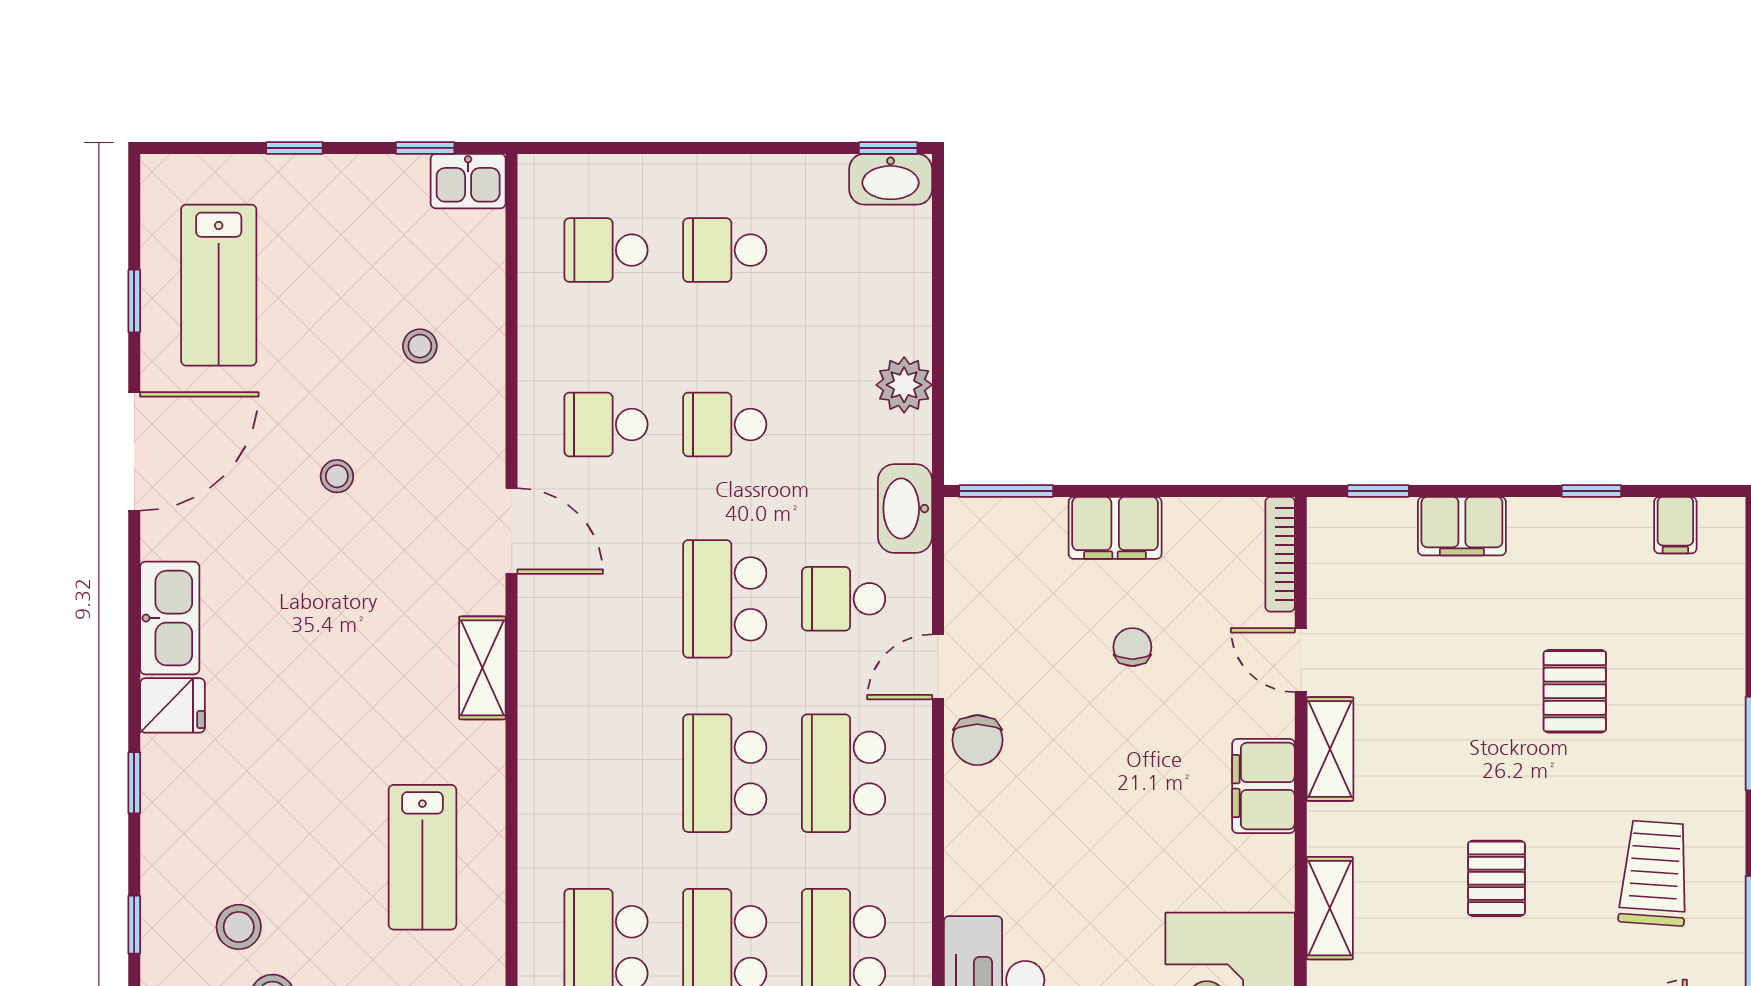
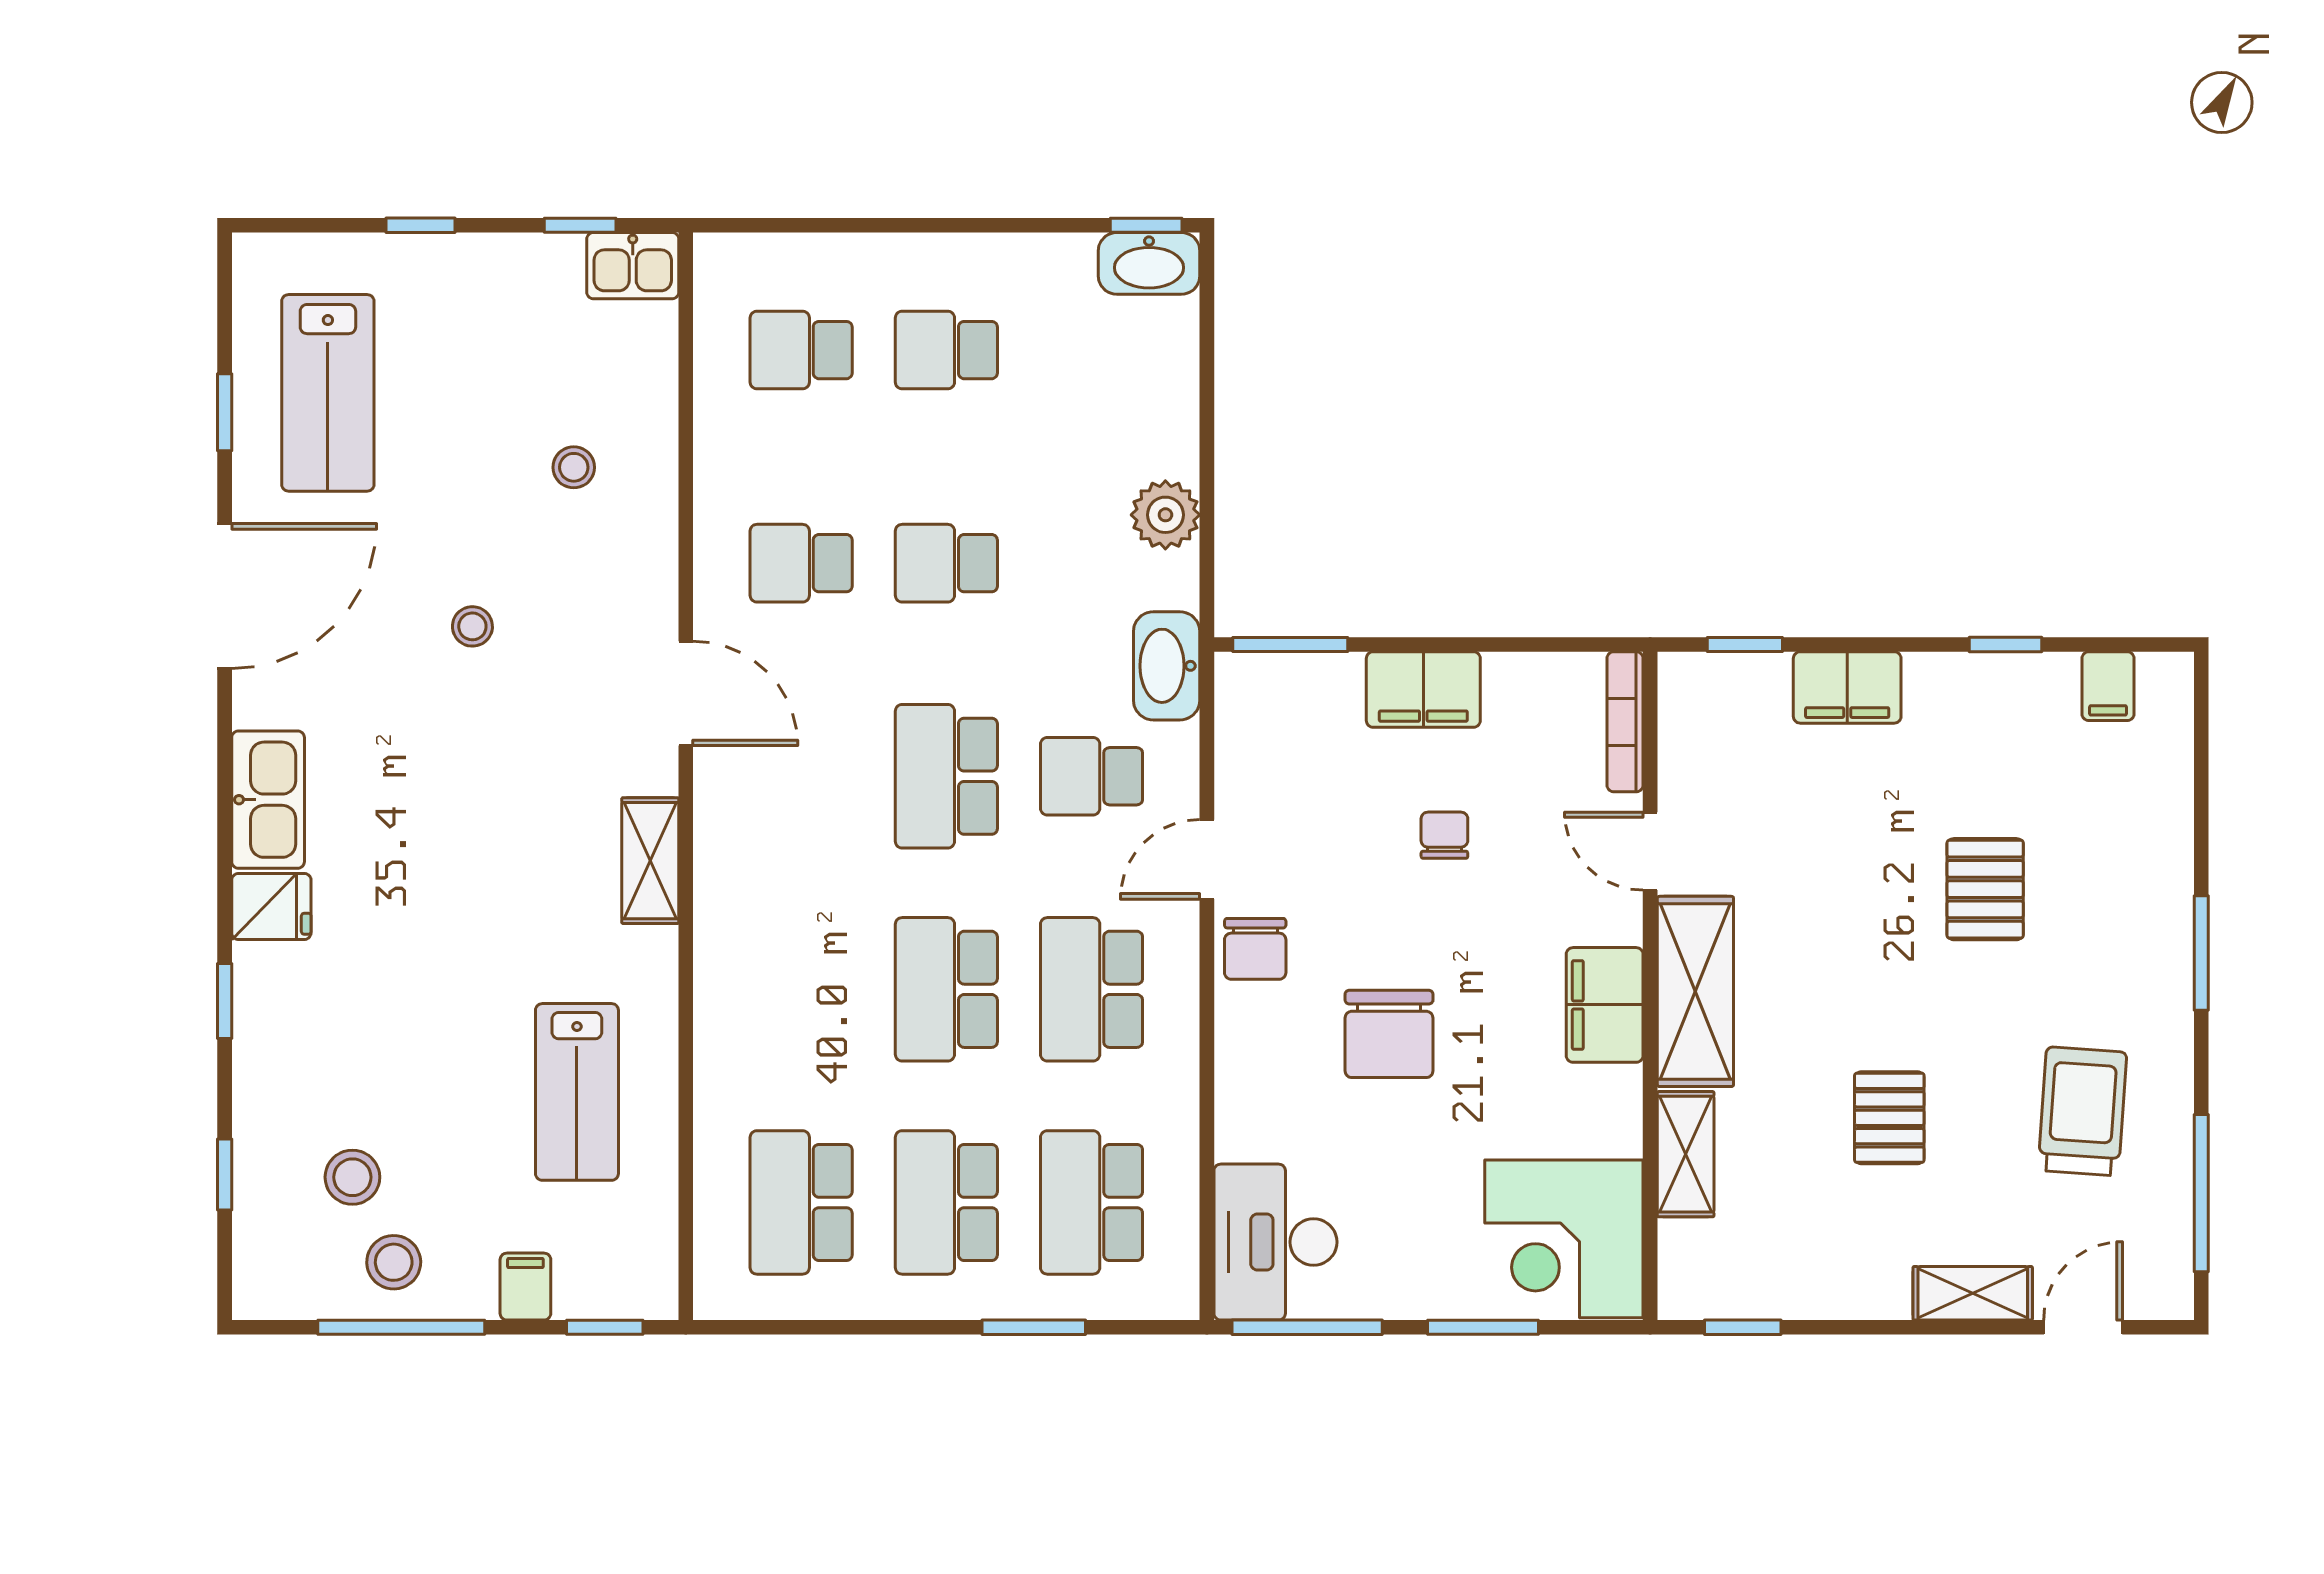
shelving: (1330, 749) -> (1695, 991), width x1.50, depth x1.33
chair: (1087, 810) -> (1389, 1034), added

